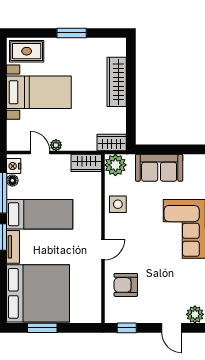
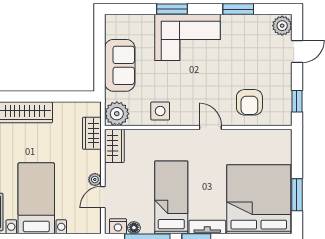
wardrobe: (112, 143) -> (92, 133), moved

